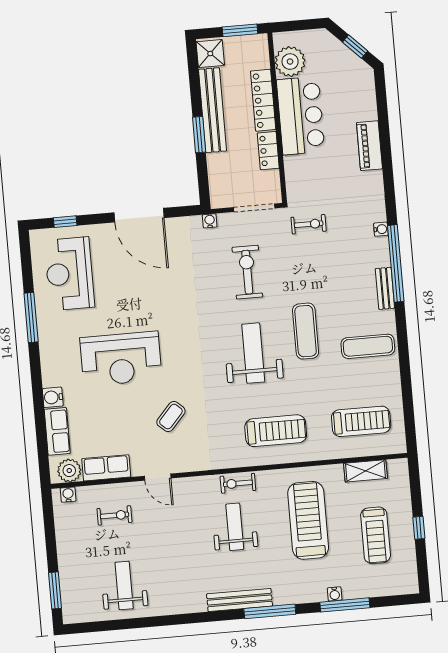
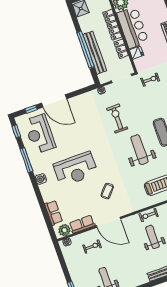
bench: (213, 110) -> (95, 53), moved
window: (199, 135) -> (85, 50), width x2.11
fridge: (296, 166) -> (136, 53), added
door: (139, 215) -> (54, 101), moved
window: (26, 257) -> (16, 132), added
exercise bike: (247, 272) -> (117, 119), moved
water cooler: (53, 397) -> (41, 179), moved
door: (158, 477) -> (108, 222), width x1.88

